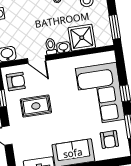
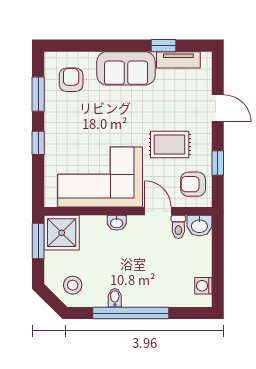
shower: (82, 38) -> (62, 233), moved
toilet: (51, 46) -> (178, 227), moved
corner sofa: (100, 94) -> (100, 177), moved, turned -90

